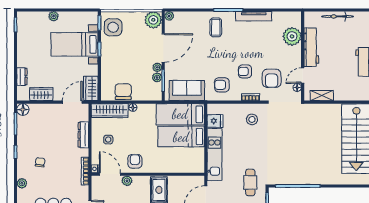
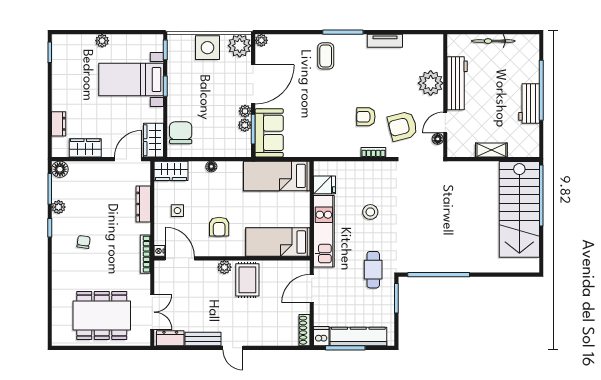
tv unit: (254, 16) -> (385, 41), width x0.71
side table: (113, 27) -> (207, 48), moved
plant: (292, 36) -> (431, 83), moved
armchair: (272, 78) -> (403, 126), turned 76
armchair: (222, 85) -> (334, 135), removed
sofa: (187, 91) -> (269, 133), moved, turned 90
chair: (123, 92) -> (181, 133), moved
shelving: (322, 96) -> (491, 150), moved
wardrobe: (110, 111) -> (171, 171), width x0.67
stool: (252, 119) -> (370, 212), moved
bed: (181, 137) -> (278, 242), moved
armchair: (135, 161) -> (219, 227), moved, turned 180
plant: (127, 181) -> (224, 267), moved
plant: (22, 183) -> (59, 207), moved

